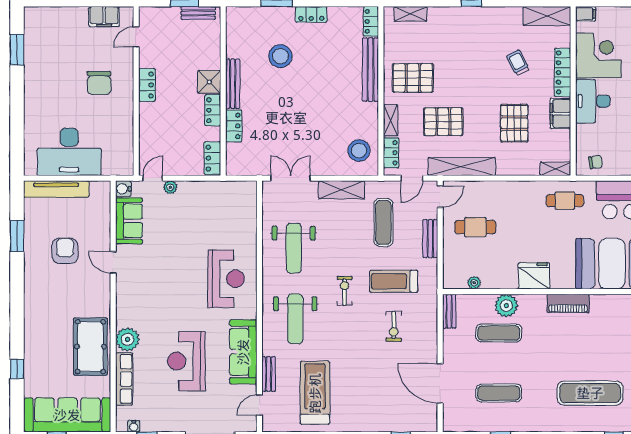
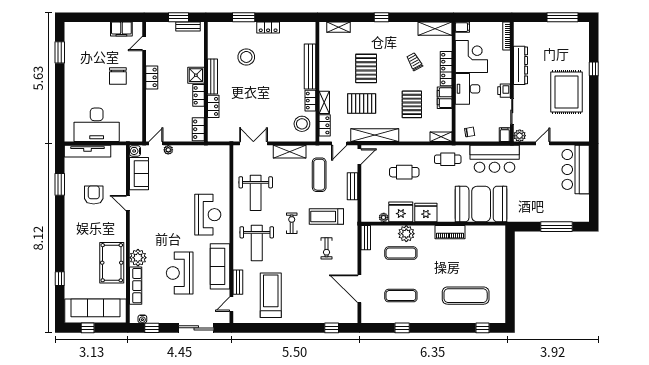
locker: (371, 21) -> (310, 101), moved
pallet: (413, 78) -> (366, 68), moved, turned 90
cafe table: (475, 227) -> (404, 172), moved
fridge: (499, 275) -> (401, 212), added

